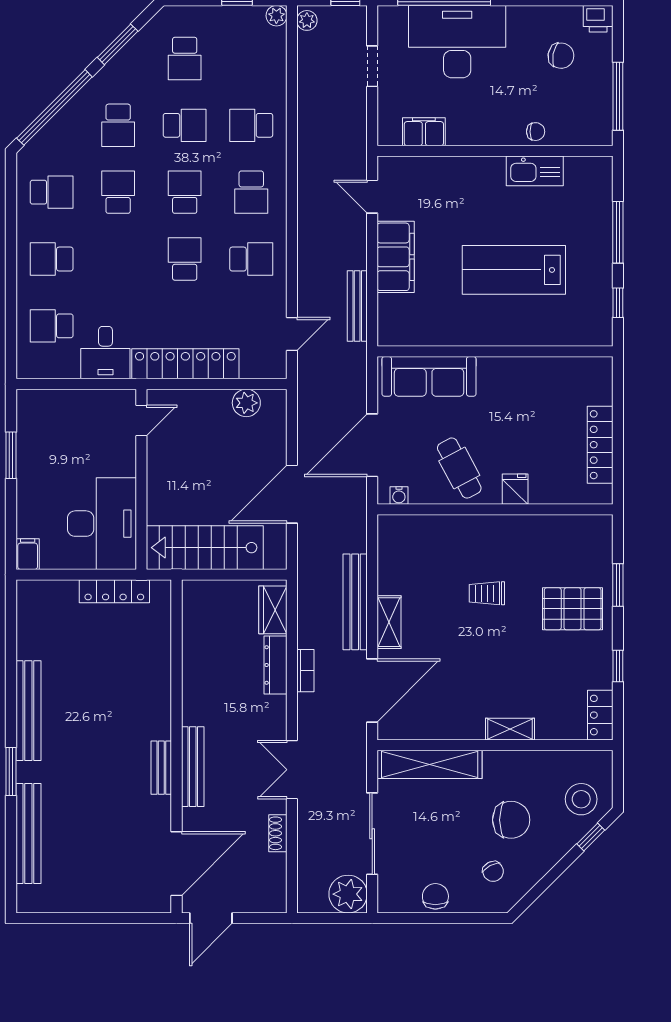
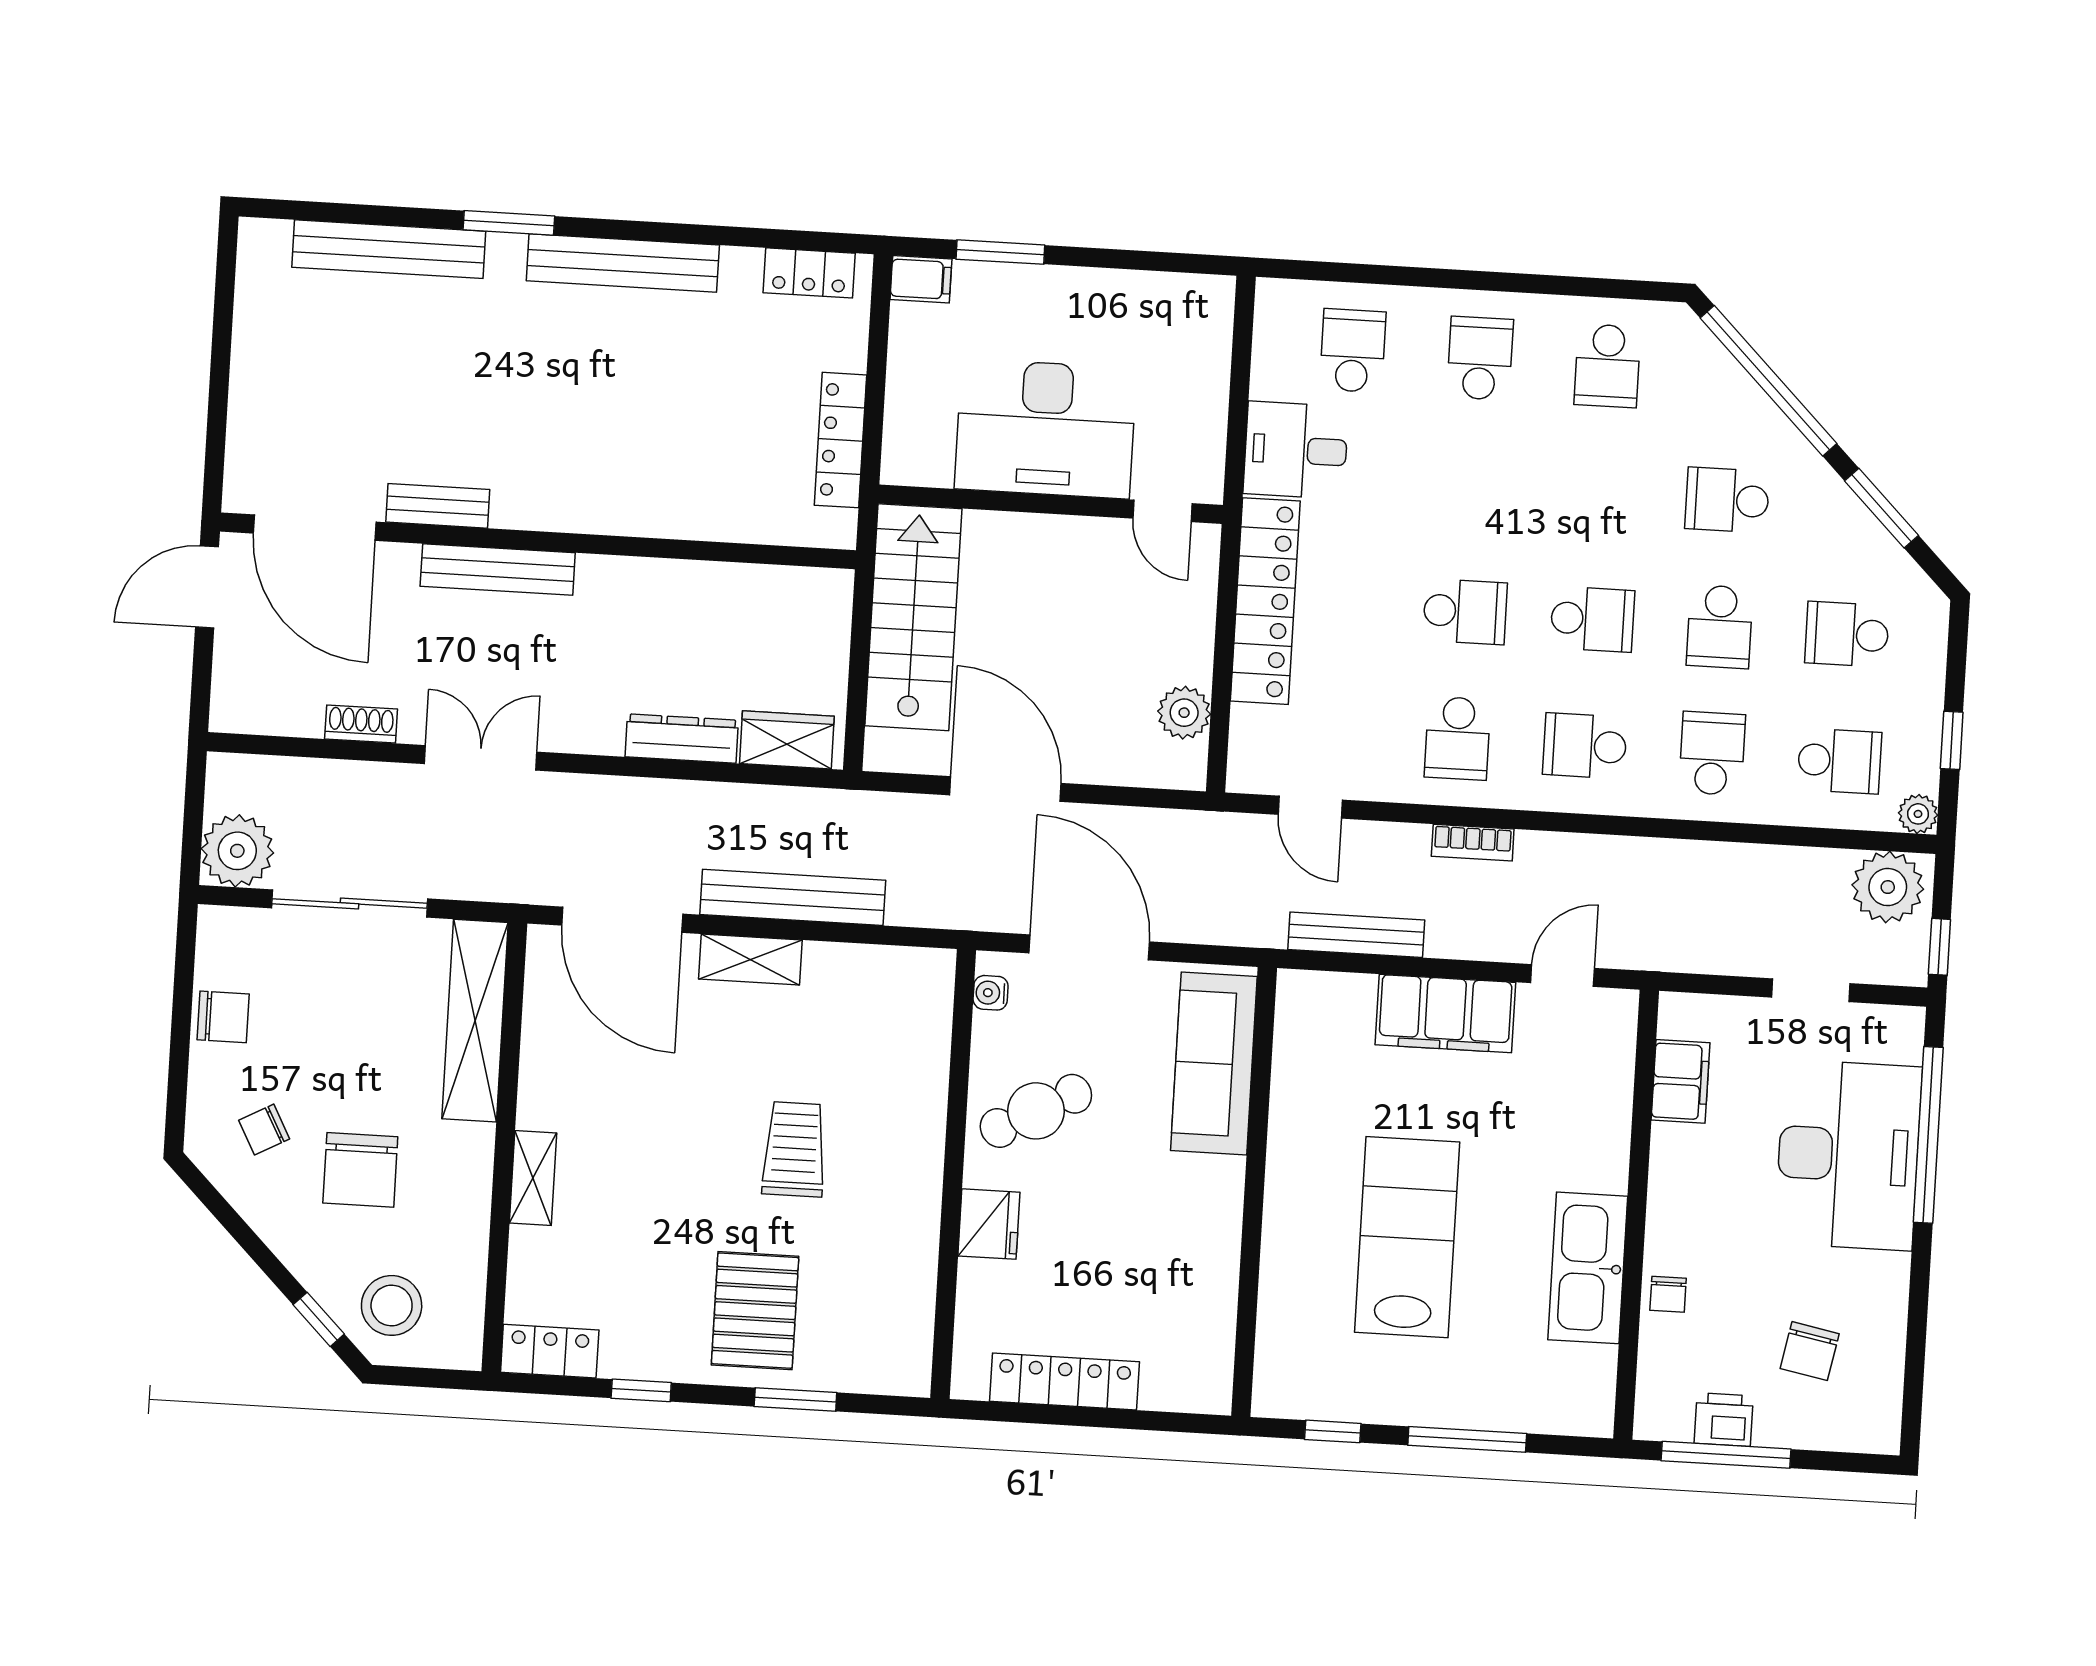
printer: (598, 19) -> (1724, 1420), moved, turned 90
plant: (307, 20) -> (1888, 887), width x1.88, depth x1.88
kitchen sink: (535, 171) -> (1588, 1268), width x1.36, depth x1.24
school desk: (118, 192) -> (1839, 761), moved
window: (11, 455) -> (1000, 252), moved
fridge: (515, 489) -> (989, 1224), width x1.38
desk: (102, 524) -> (1046, 429), moved
trolley: (487, 593) -> (794, 1149), width x1.36, depth x1.39
locker: (28, 613) -> (809, 273), added
bookcase: (305, 671) -> (1473, 843), moved
bench: (161, 768) -> (438, 506), moved
door: (211, 918) -> (207, 587), hinge flipped

